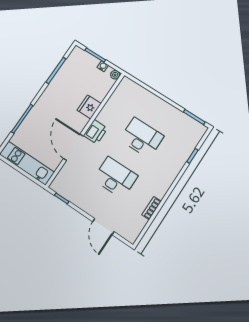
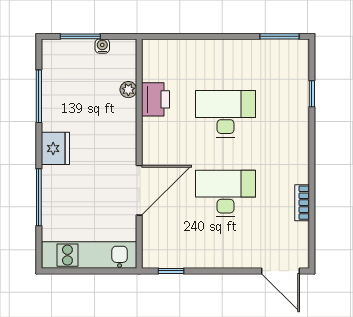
plant: (115, 75) -> (128, 90), moved
fridge: (89, 107) -> (55, 148), moved, turned 180
printer: (96, 132) -> (156, 99), moved
door: (73, 147) -> (139, 190), swing flipped
door: (103, 227) -> (280, 271), moved

